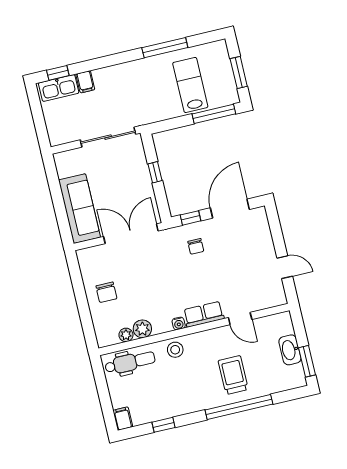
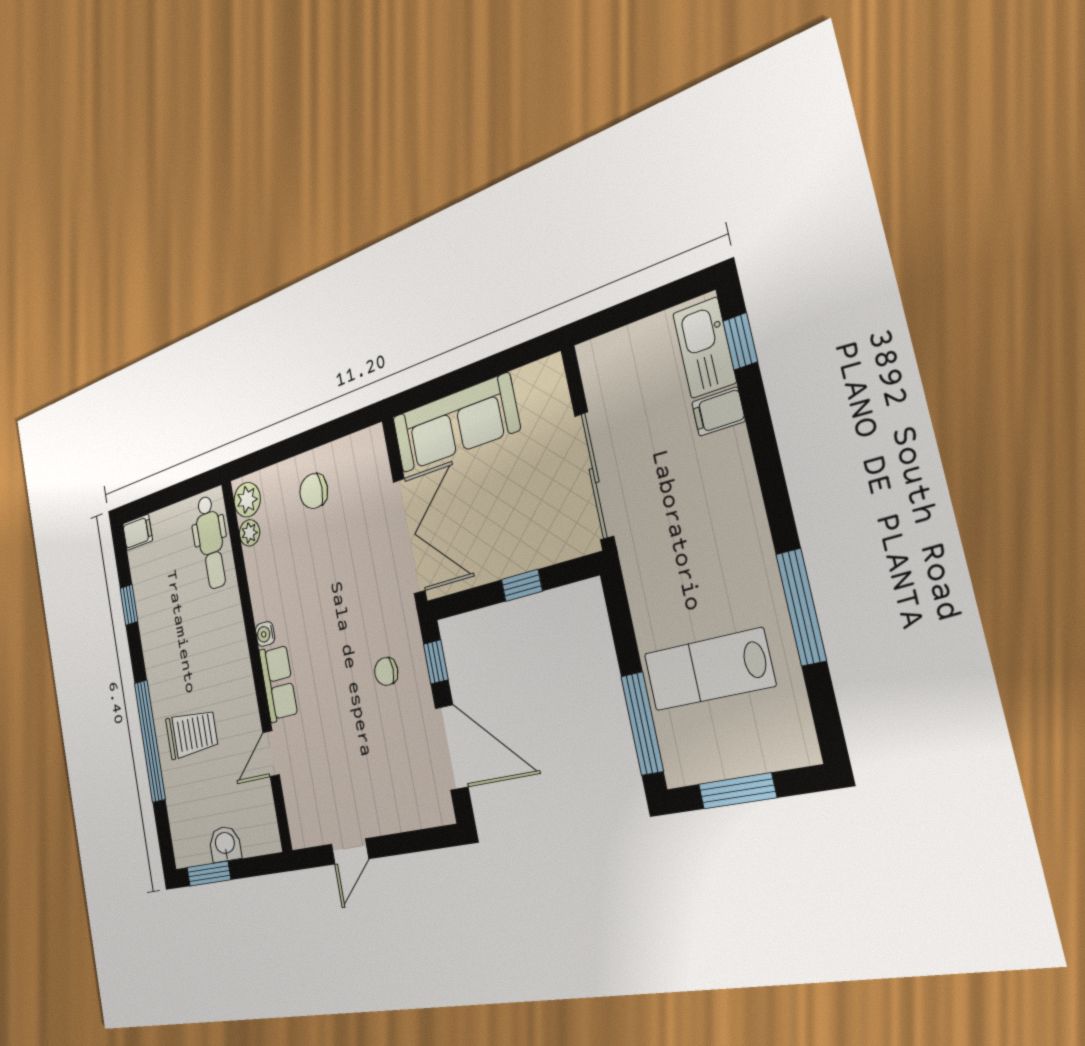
lab bench: (190, 85) -> (709, 670), turned 180
plant: (142, 329) -> (247, 500), moved
stool: (175, 350) -> (228, 627), removed
washbasin: (290, 350) -> (225, 844), width x0.72

